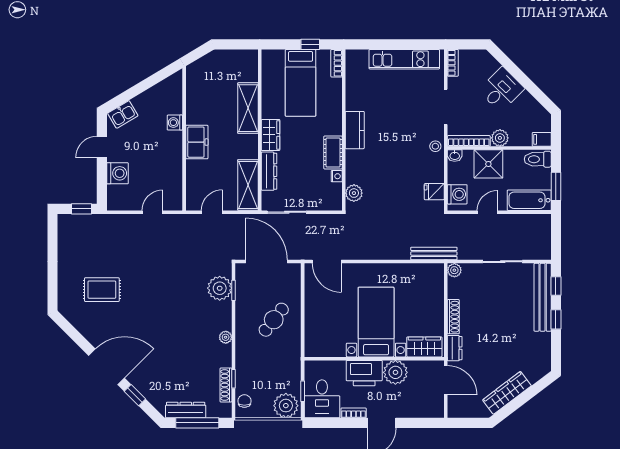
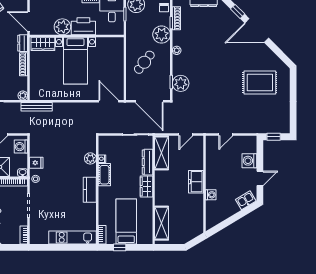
kitchen unit: (404, 59) -> (73, 237), moved
shelving: (248, 108) -> (162, 223), moved
fridge: (434, 192) -> (36, 163), moved
plant: (354, 193) -> (90, 158), moved
rug: (102, 290) -> (260, 82), width x1.36, depth x1.43
plant: (248, 361) -> (162, 35), added

